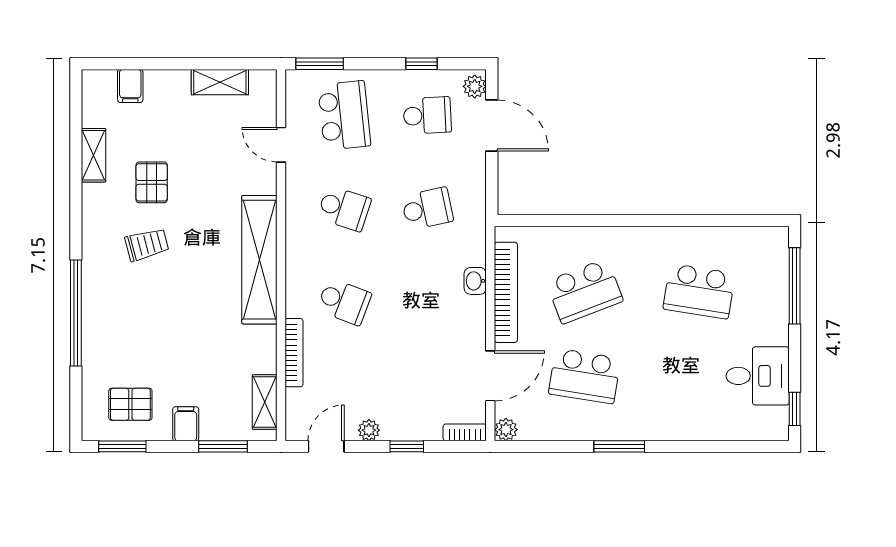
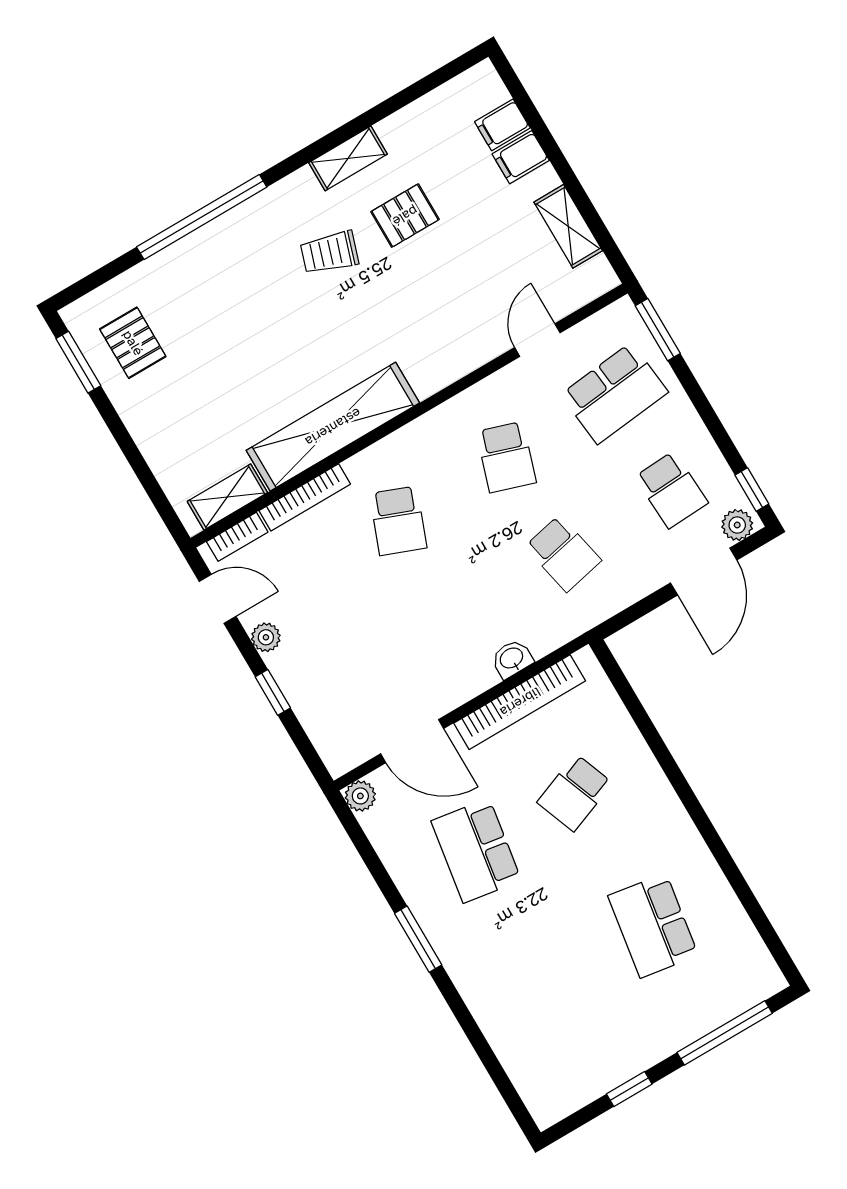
window: (421, 64) -> (752, 490), moved
shelving: (94, 155) -> (348, 158), moved
trolley: (147, 245) -> (330, 253), turned 123
shelving: (259, 260) -> (333, 427), moved
school desk: (585, 291) -> (575, 793), width x0.54
desk: (758, 376) -> (595, 1052), removed
window: (795, 409) -> (629, 1089), moved
filing cabinet: (186, 424) -> (521, 157), moved, turned 180
bookcase: (465, 432) -> (237, 537), moved, turned 90
window: (223, 446) -> (147, 479), removed

